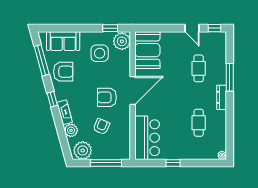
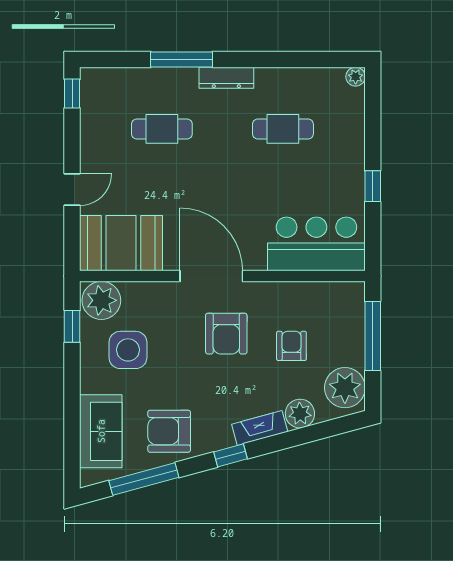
door: (192, 28) -> (72, 189), moved
armchair: (63, 72) -> (169, 431), turned -90
armchair: (101, 127) -> (291, 346), turned 67

